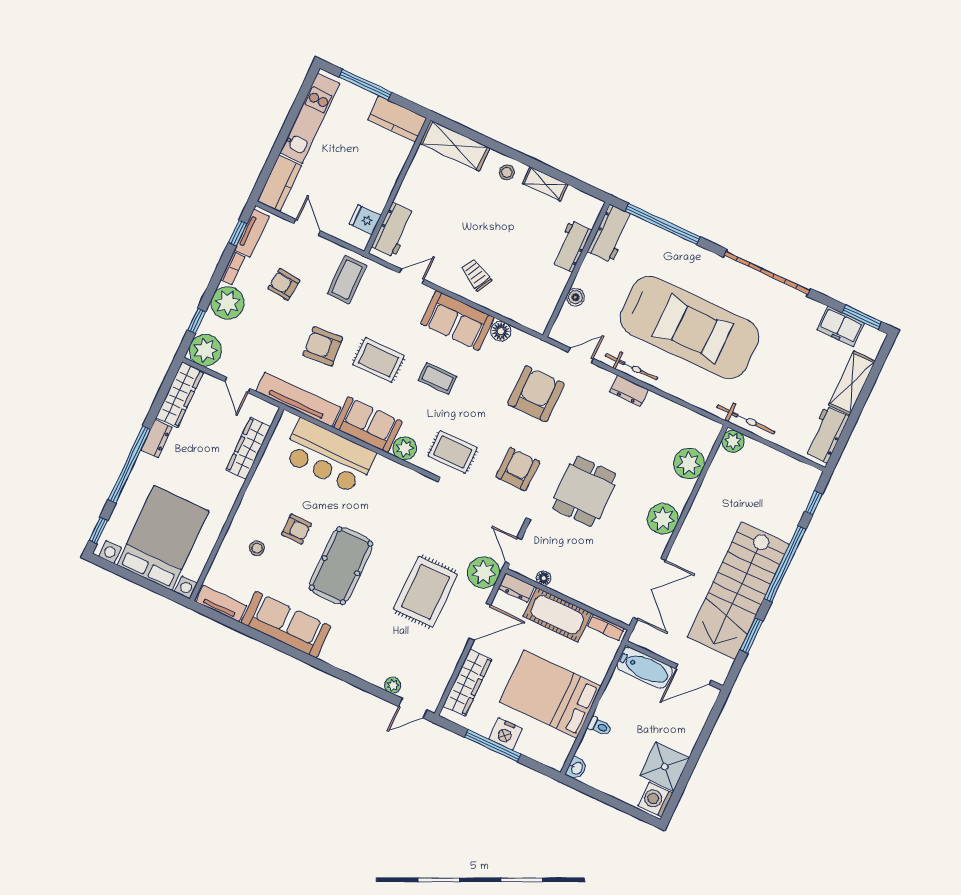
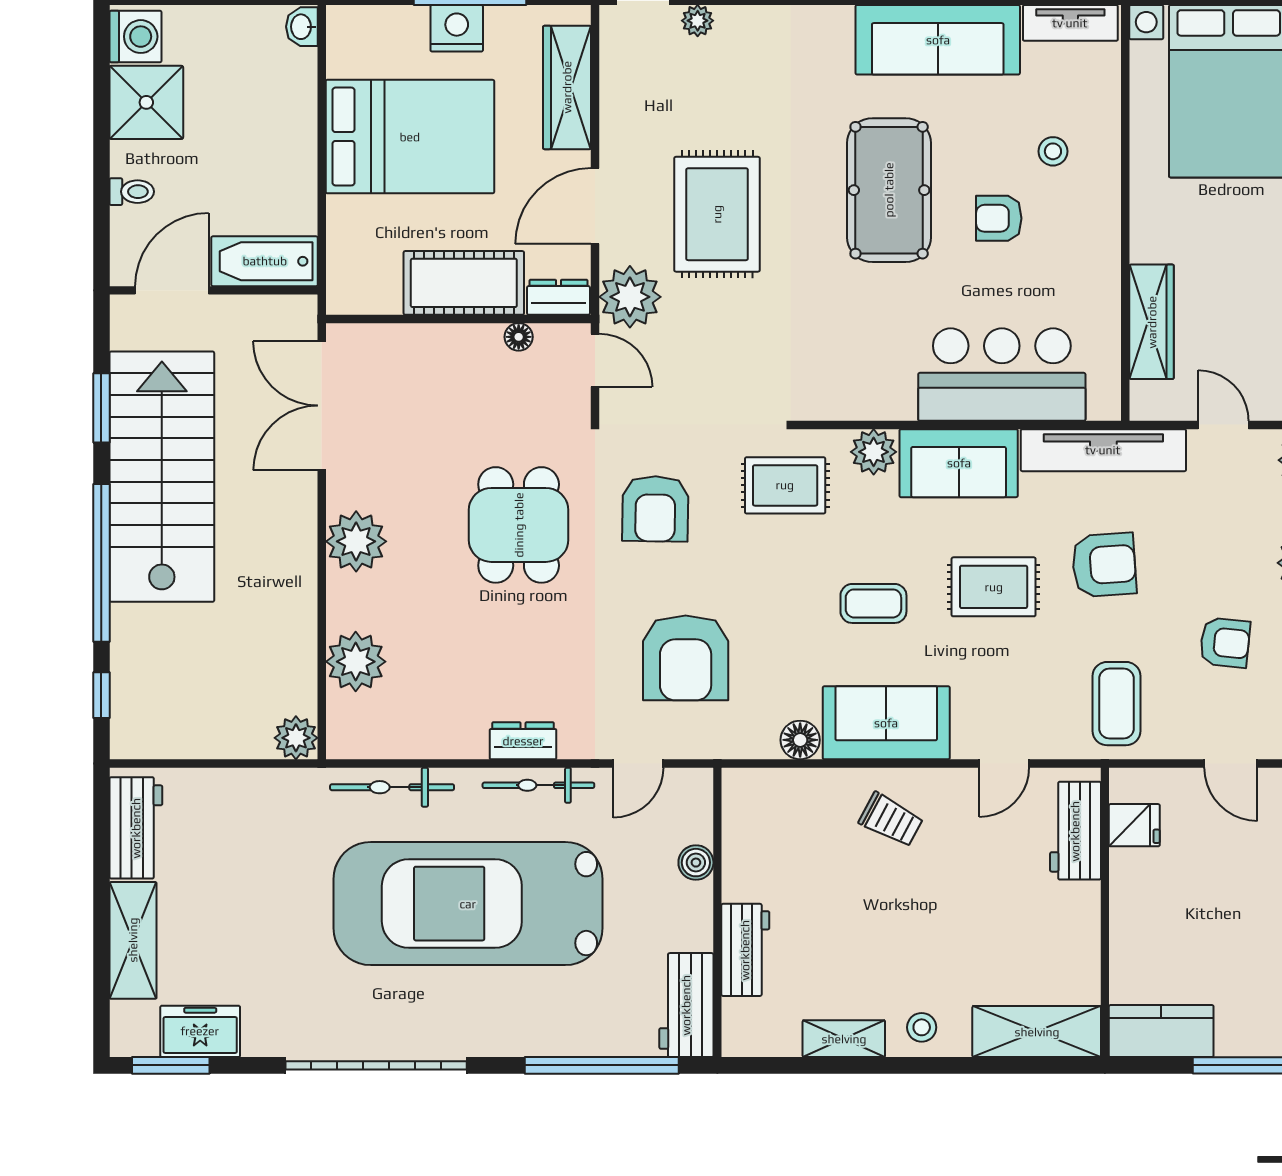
bicycle: (746, 419) -> (392, 787), moved
bookcase: (606, 627) -> (367, 301), removed
toilet: (600, 726) -> (132, 192), moved, turned 180

